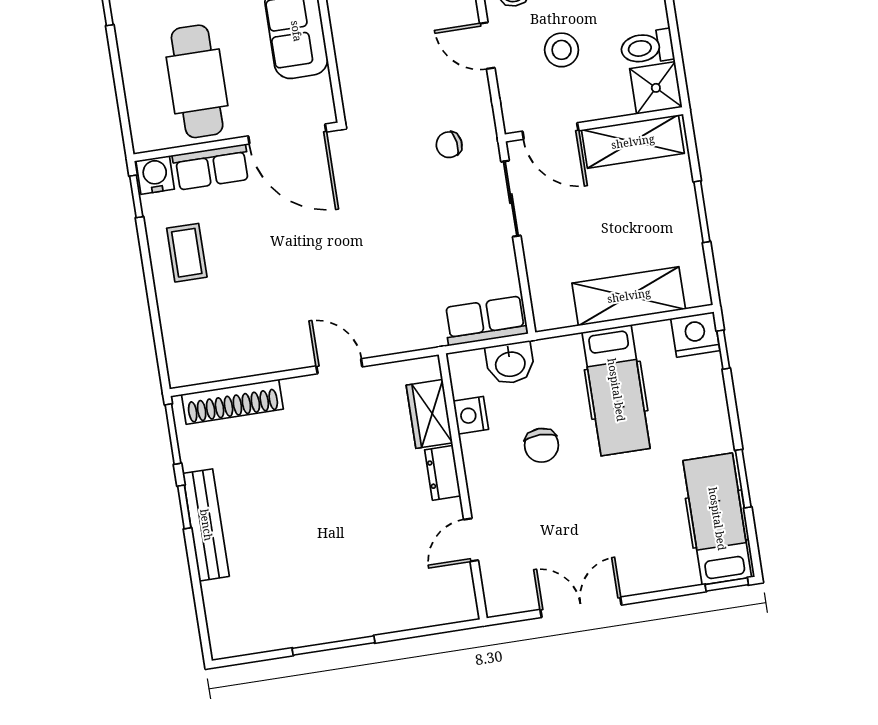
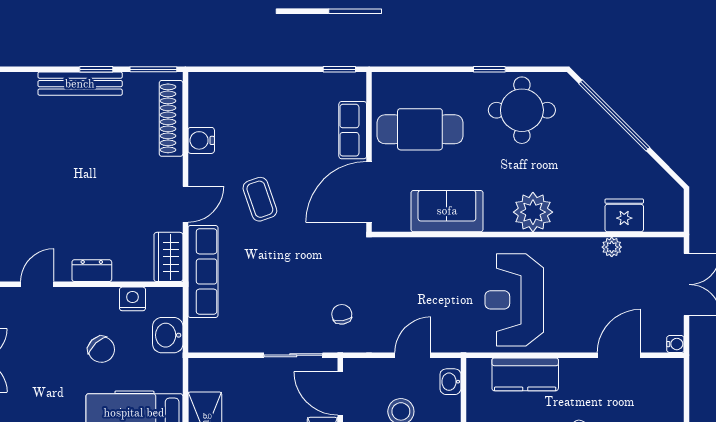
door: (550, 131) -> (340, 393), hinge flipped
water cooler: (155, 175) -> (201, 140), moved, turned 180
coffee table: (187, 253) -> (260, 199), moved, turned 71
row of seats: (486, 321) -> (203, 272), moved, width x1.48
wardrobe: (429, 414) -> (168, 257), moved, turned -90
chair: (541, 445) -> (101, 349), turned -134
door: (471, 540) -> (37, 284), hinge flipped

